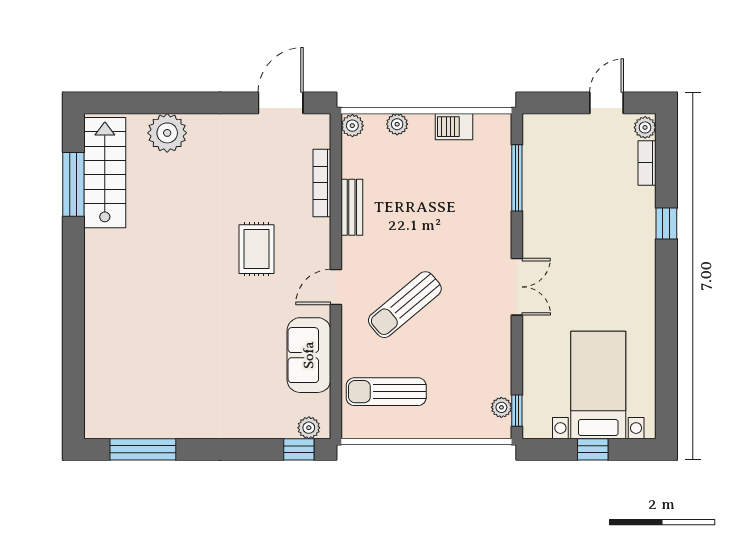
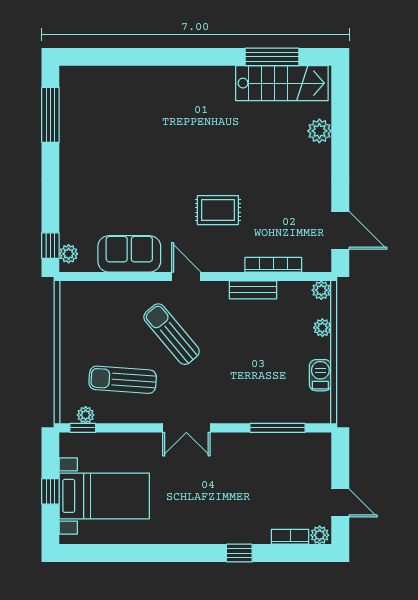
plant: (167, 133) -> (319, 131), width x0.73, depth x0.73
sun lounger: (386, 392) -> (123, 380), moved, turned -86

